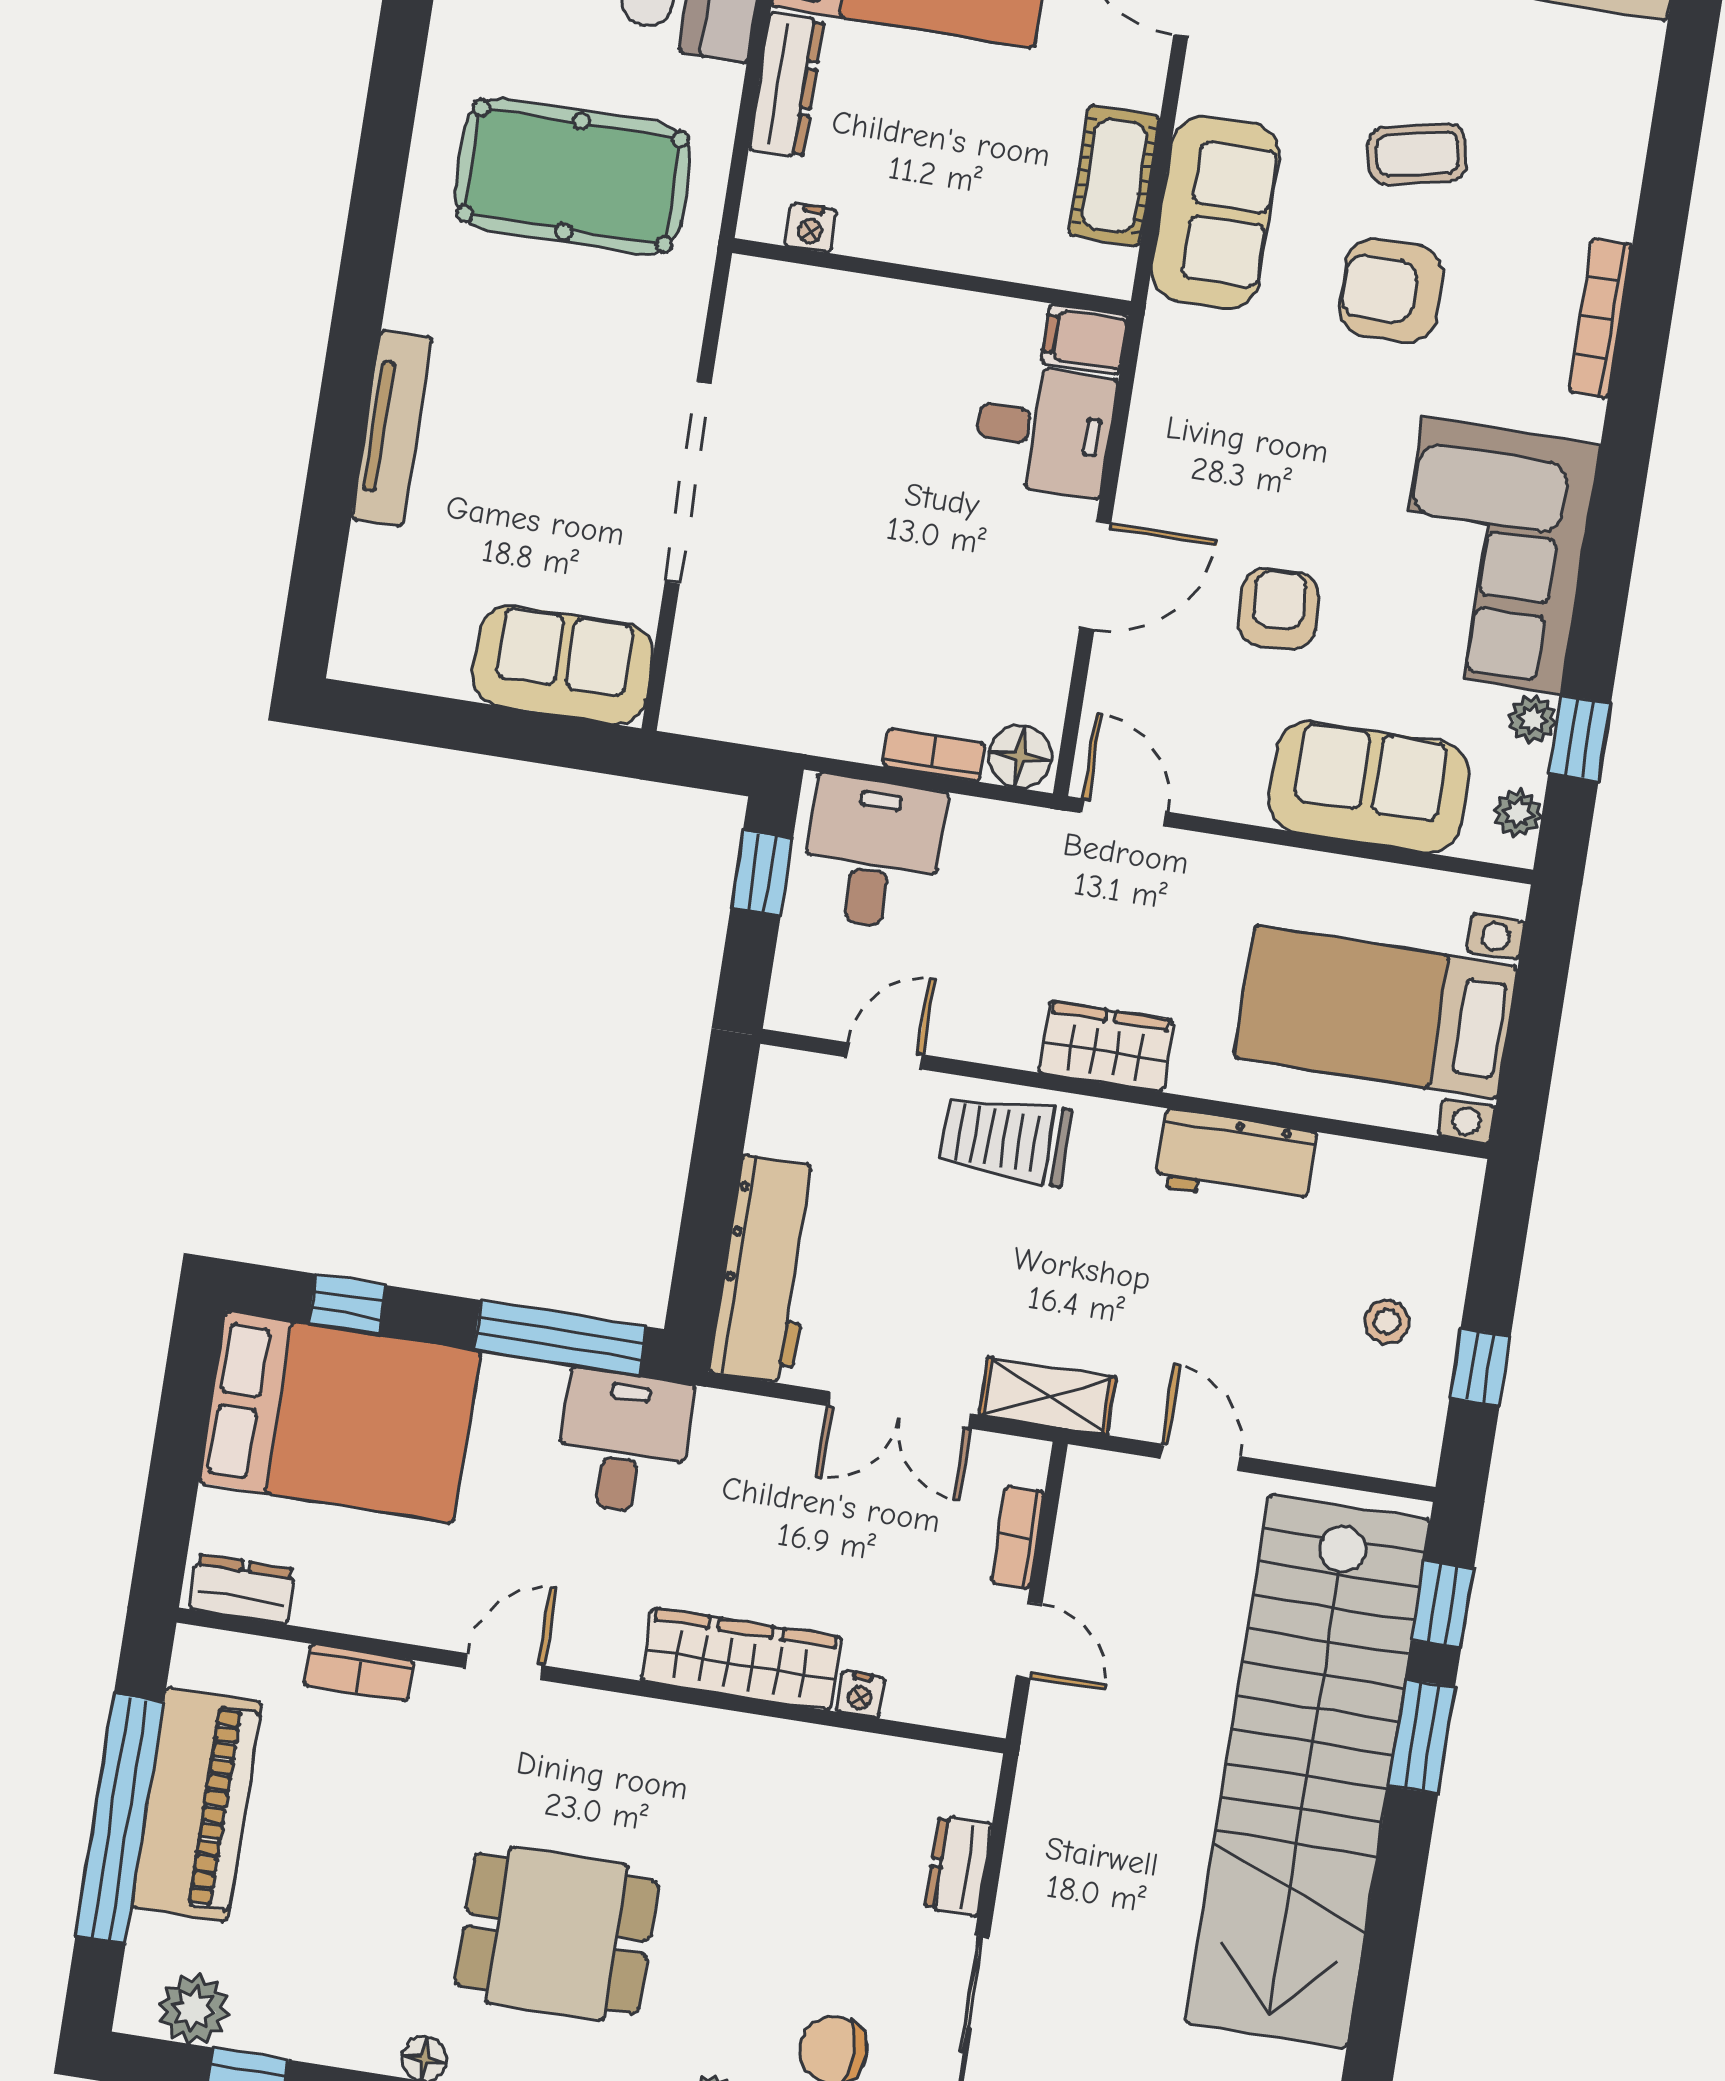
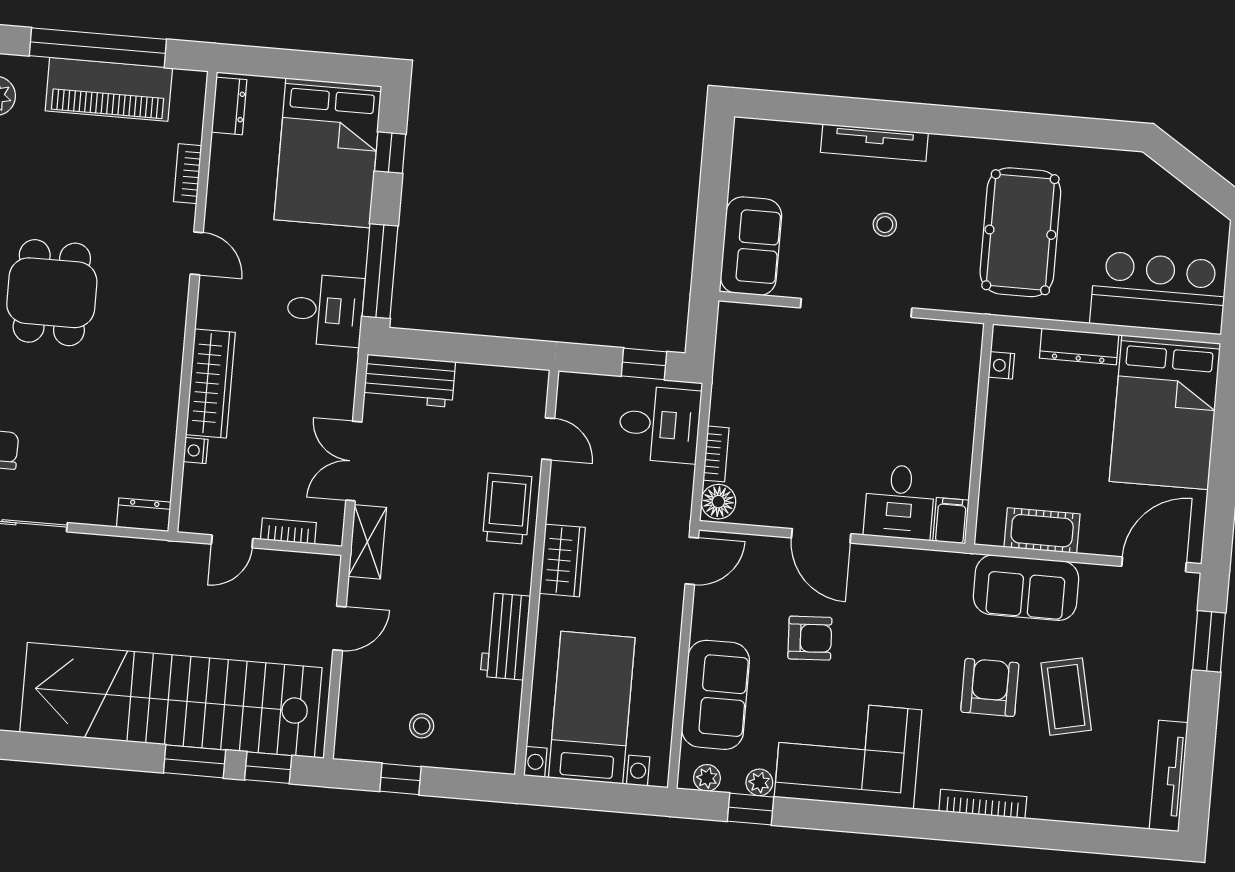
coffee table: (1417, 154) -> (1066, 697), width x1.36, depth x1.30
stool: (541, 420) -> (885, 225), added
workbench: (767, 1269) -> (409, 381), width x0.73
dresser: (958, 1866) -> (144, 515), moved

